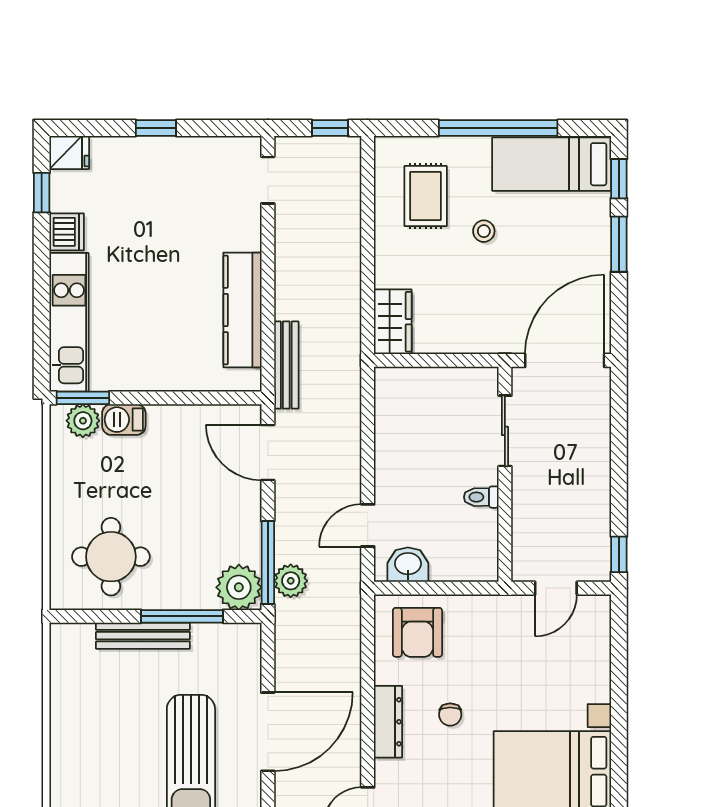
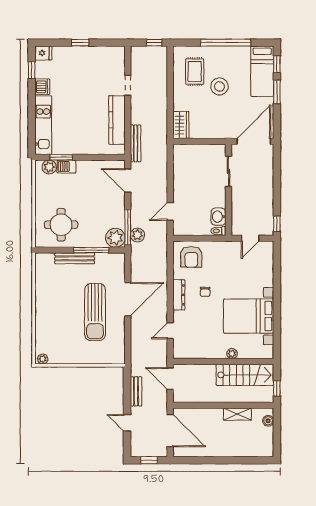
bed: (552, 164) -> (262, 71), moved, turned -90
doorway: (268, 180) -> (128, 85), moved
stool: (484, 231) -> (219, 86), width x1.89, depth x1.89
window: (83, 398) -> (61, 157), moved
toilet: (481, 497) -> (218, 231), moved
washbasin: (408, 565) -> (218, 217), moved, turned -90

